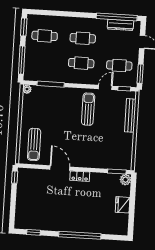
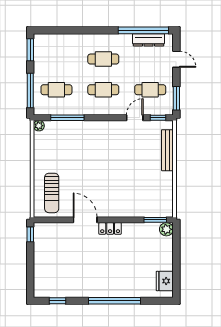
cafe table: (45, 36) -> (56, 90), moved
sun lounger: (88, 109) -> (115, 146), removed
fridge: (123, 205) -> (165, 281), moved

